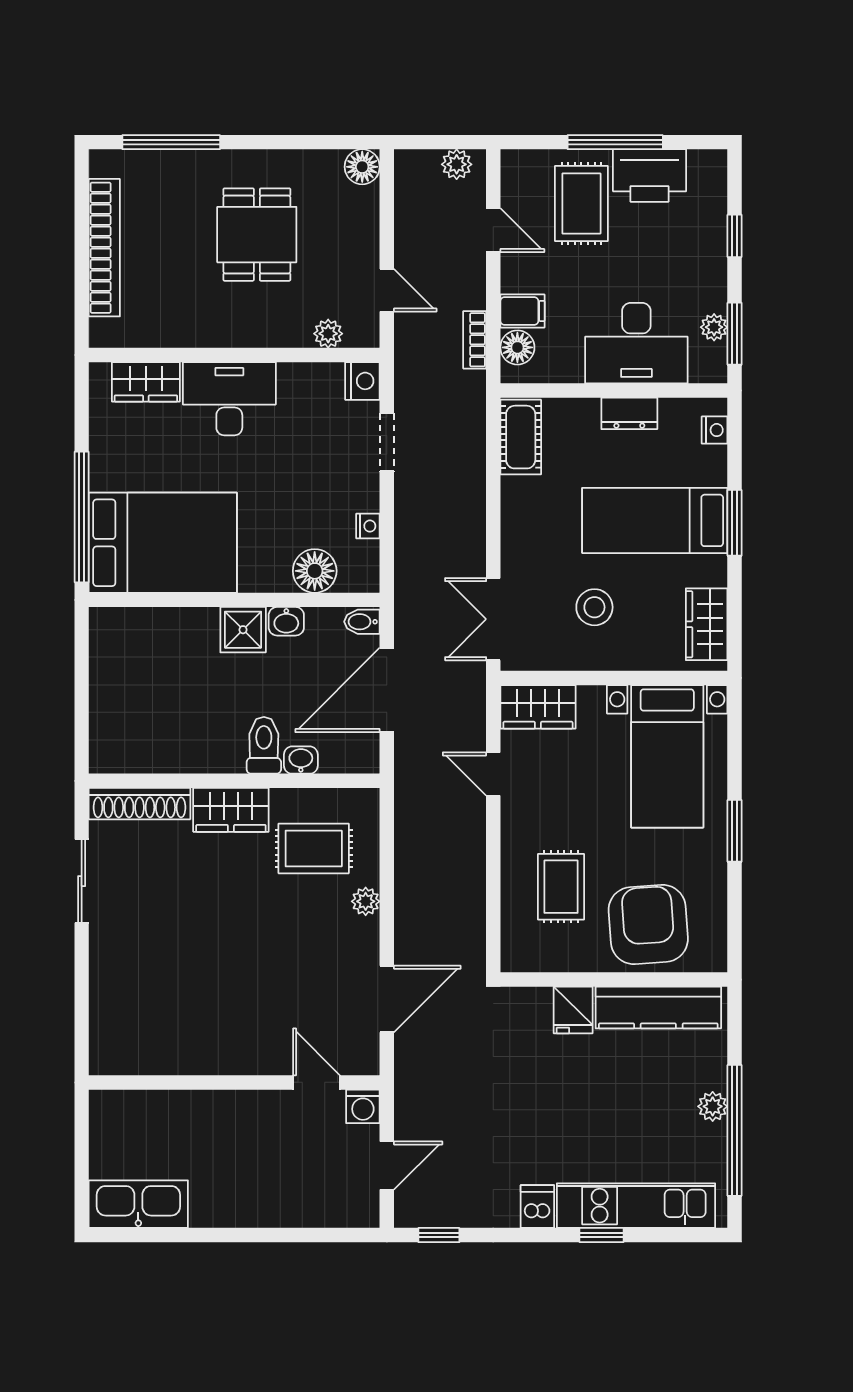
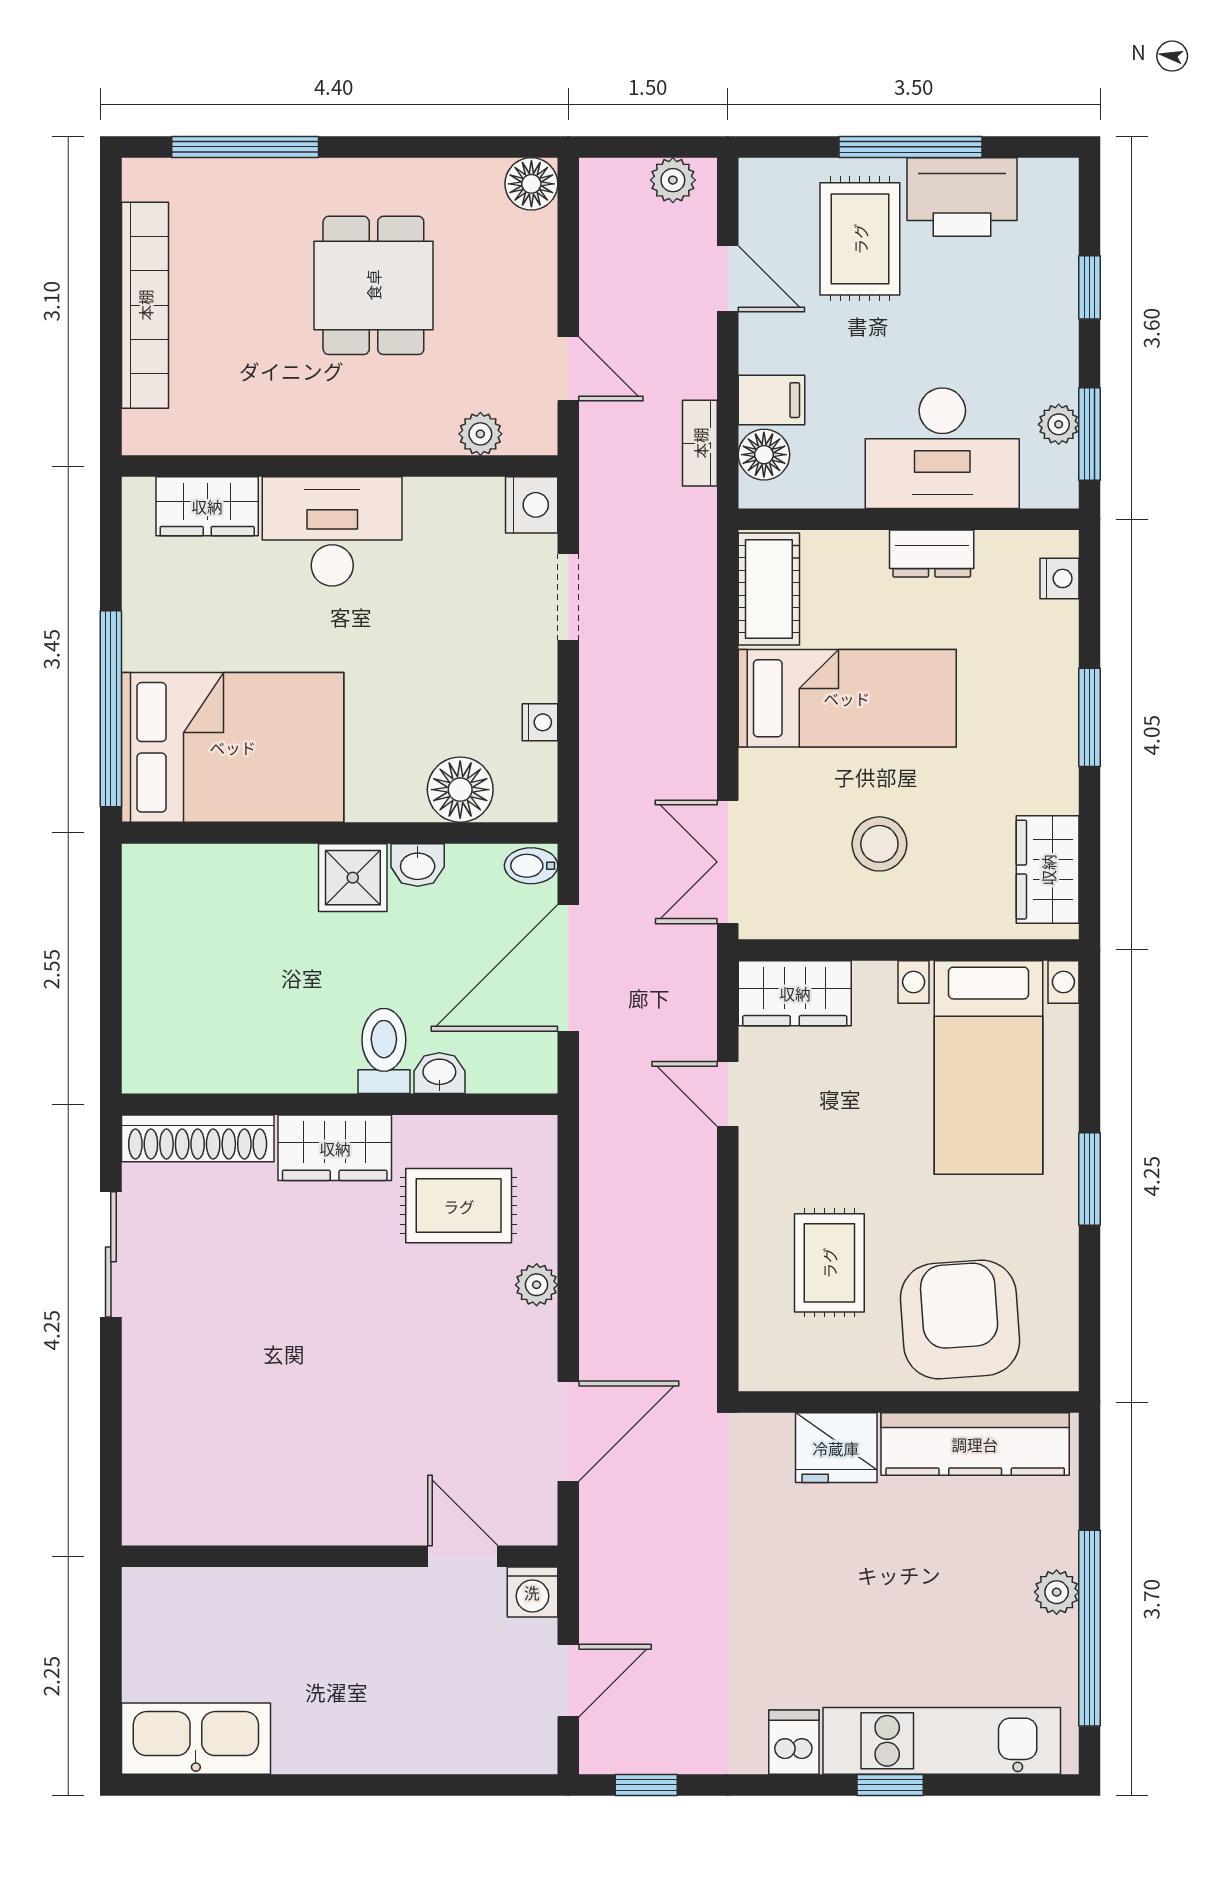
bed: (655, 520) -> (847, 698), moved, turned 180
fridge: (573, 1010) -> (836, 1448), width x1.38

